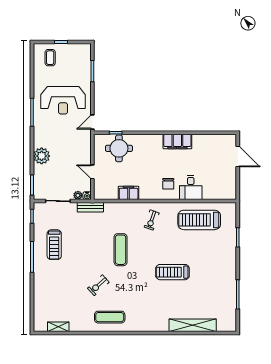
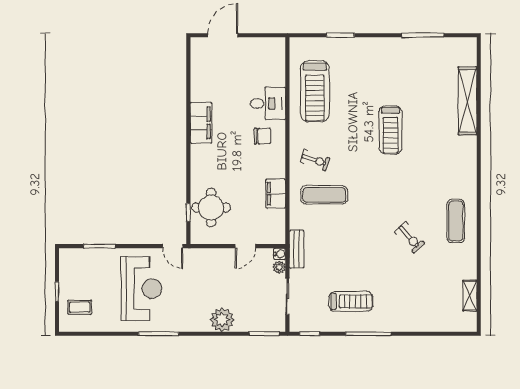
exercise mat: (121, 250) -> (324, 195), moved

